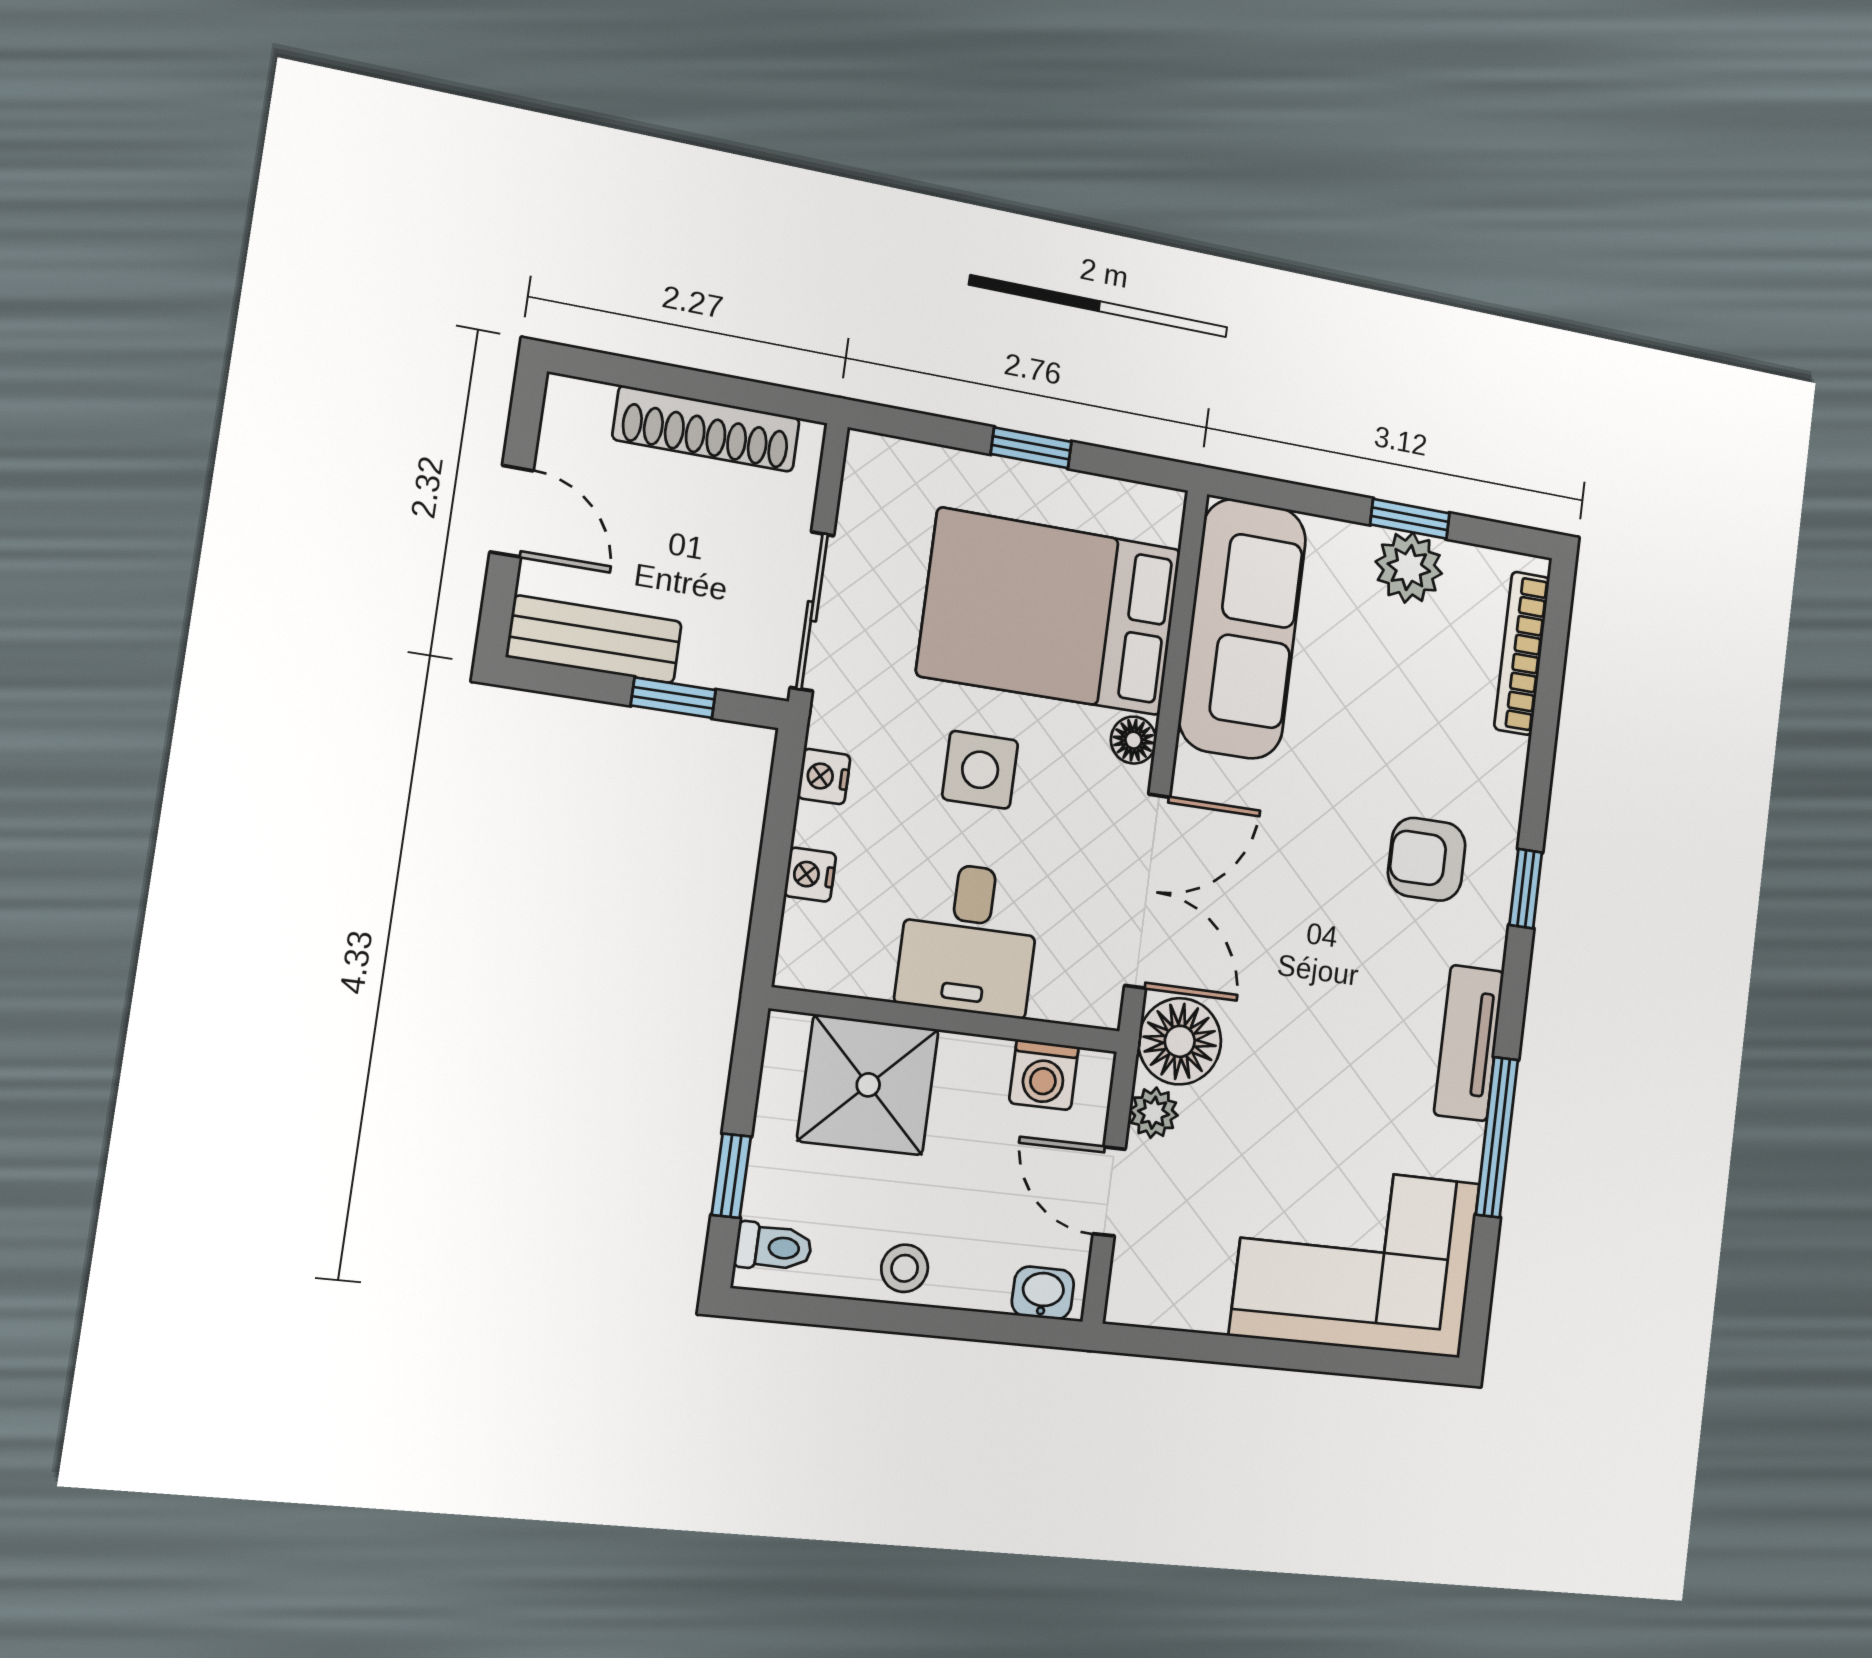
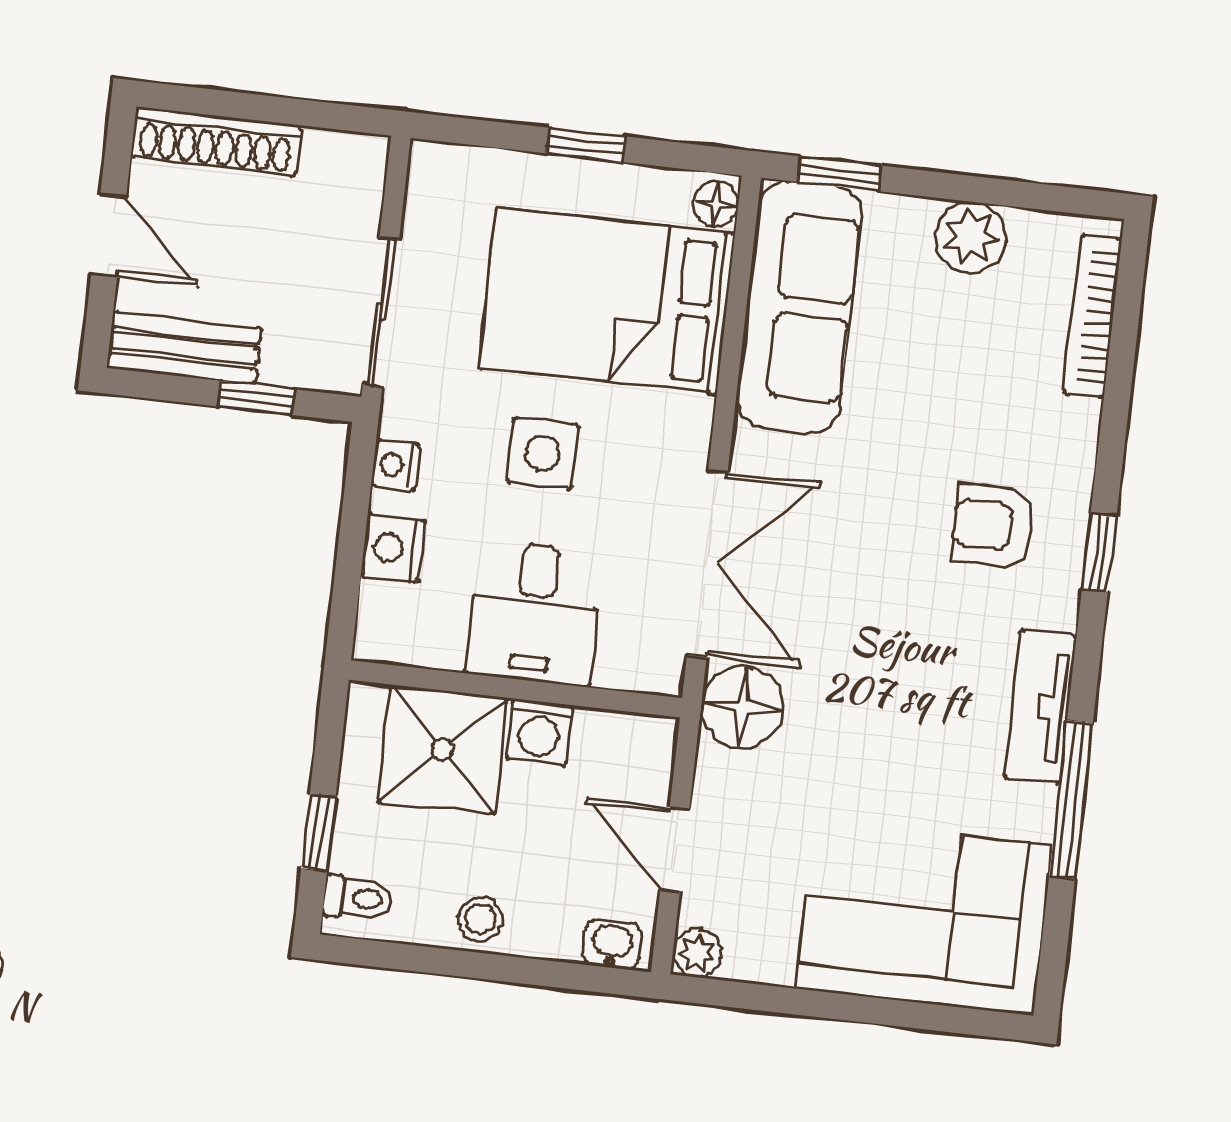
shoe rack: (707, 429) -> (216, 141), moved
window: (1410, 519) -> (839, 174), moved
floor lamp: (1134, 740) -> (716, 204), moved
nightstand: (810, 875) -> (393, 548), width x1.39, depth x1.35
washing machine: (1044, 1075) -> (539, 732), moved
plant: (1154, 1113) -> (697, 953), moved

